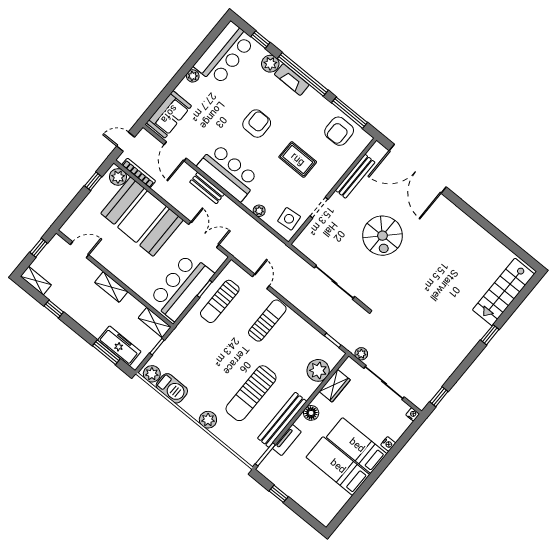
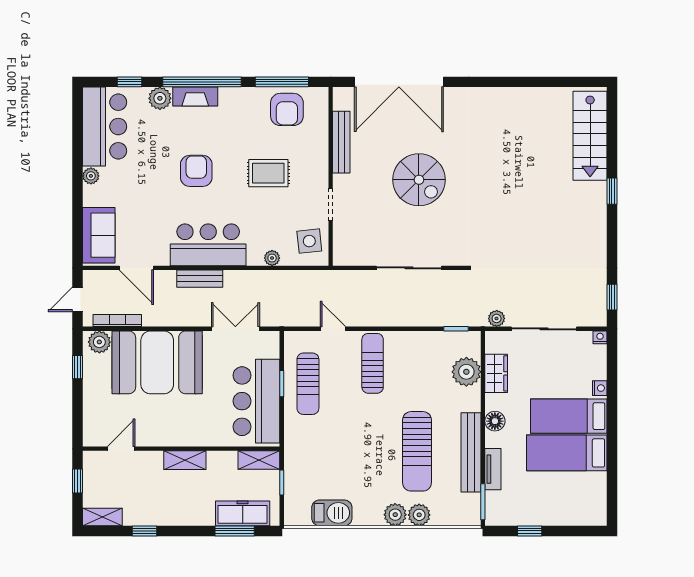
plant: (152, 374) -> (419, 515), moved

